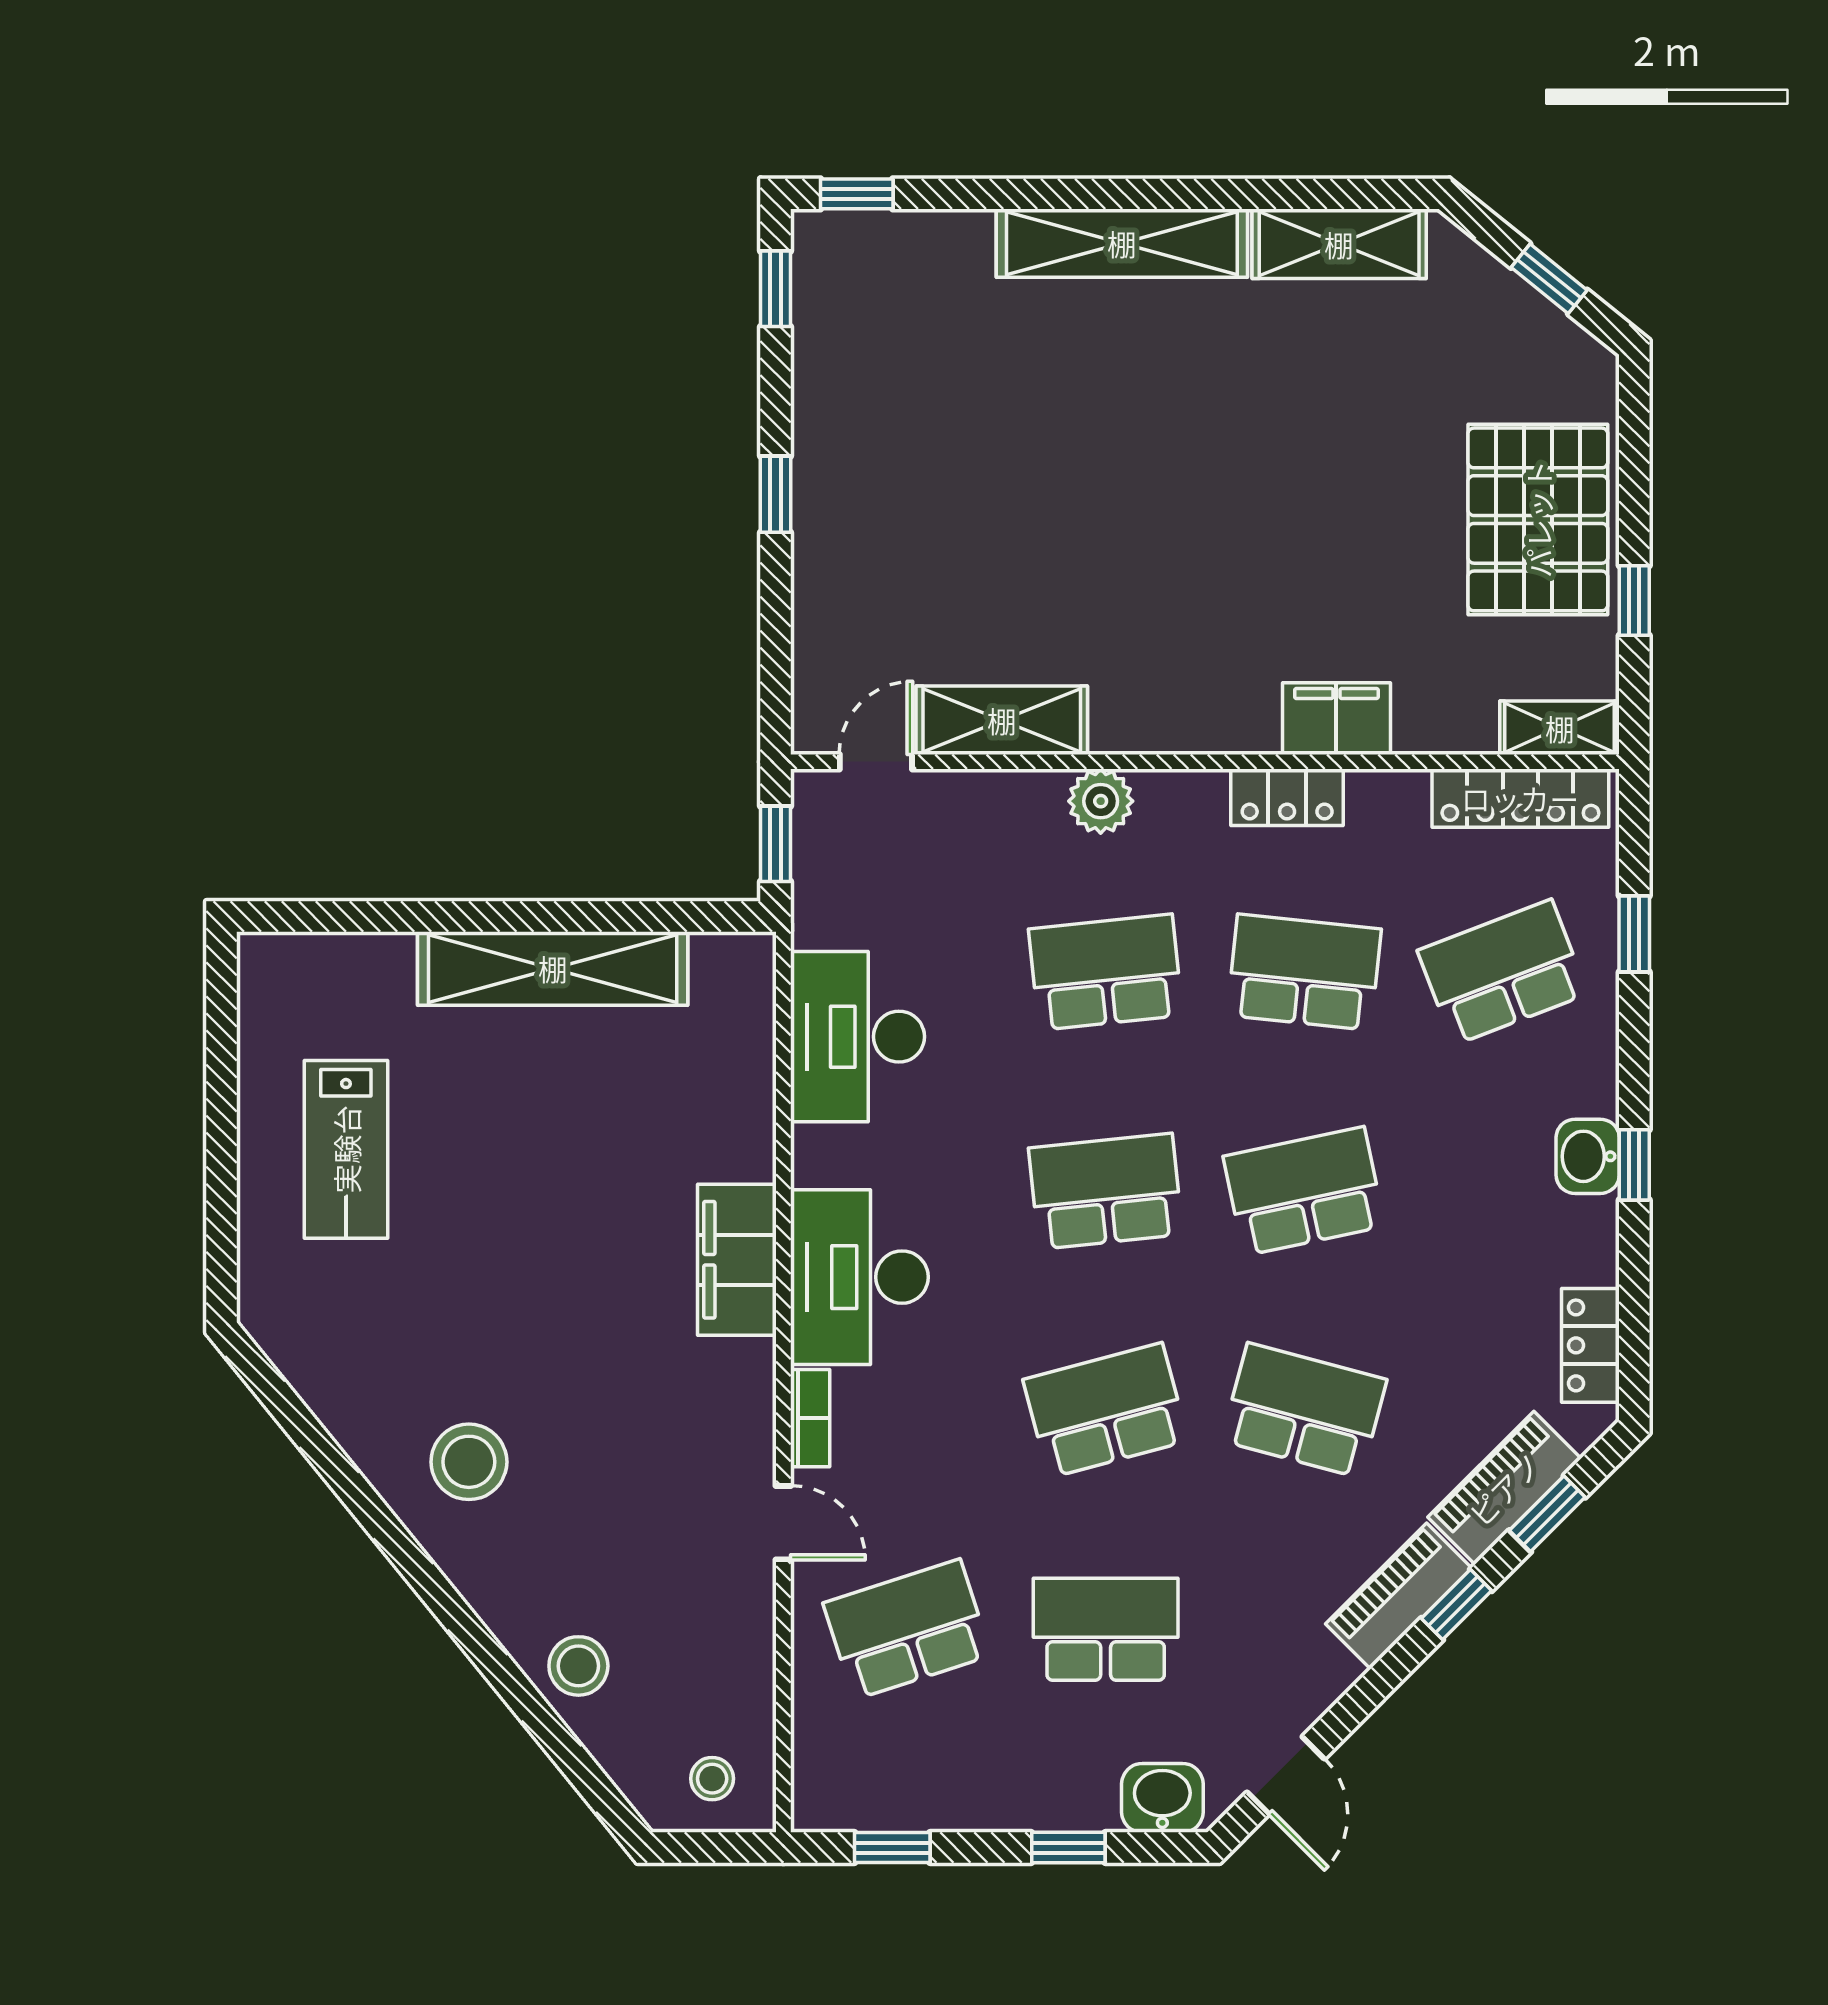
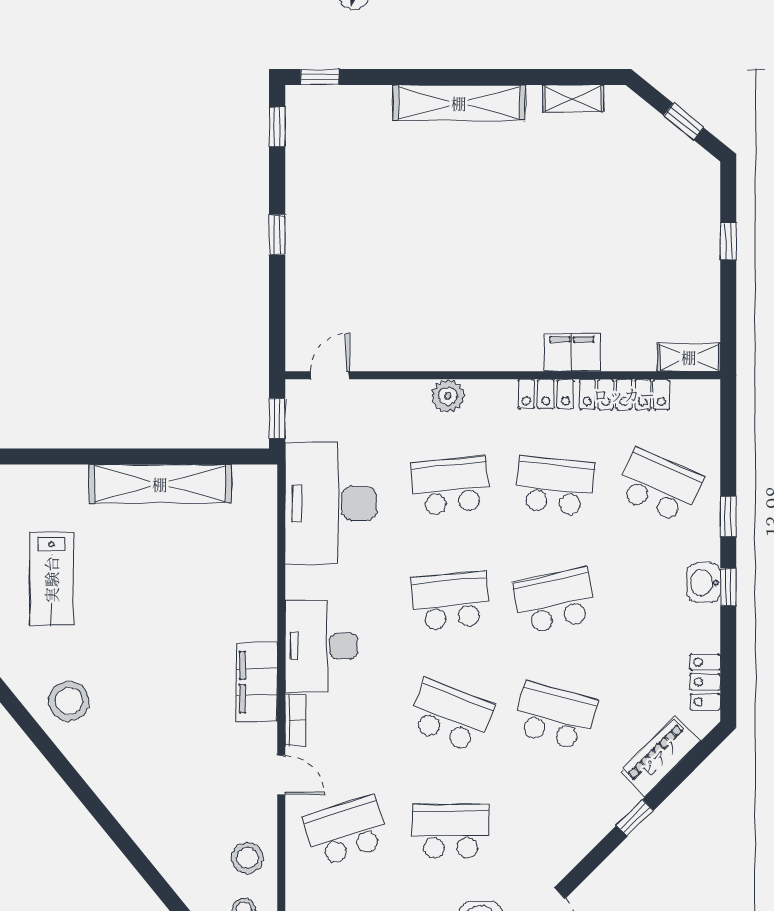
shelving: (1339, 244) -> (573, 99), width x0.67, depth x0.75
pallet: (1538, 519) -> (678, 248), removed
window: (1634, 601) -> (728, 241), moved
shelving: (1002, 720) -> (396, 353), removed
locker: (1520, 798) -> (624, 394), moved
window: (1634, 934) -> (728, 516), moved
school desk: (1503, 972) -> (659, 486), turned 45
desk: (857, 1037) -> (331, 503), width x1.36, depth x1.30
filing cabinet: (737, 1260) -> (257, 682), moved
school desk: (1106, 1410) -> (451, 716), turned 36
stool: (469, 1462) -> (69, 701), moved
window: (1547, 1514) -> (683, 770), removed
piano: (1399, 1596) -> (604, 814), removed
stool: (578, 1666) -> (247, 858), moved

